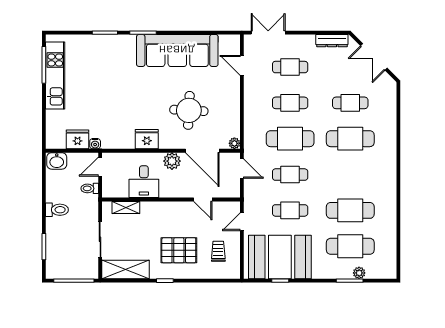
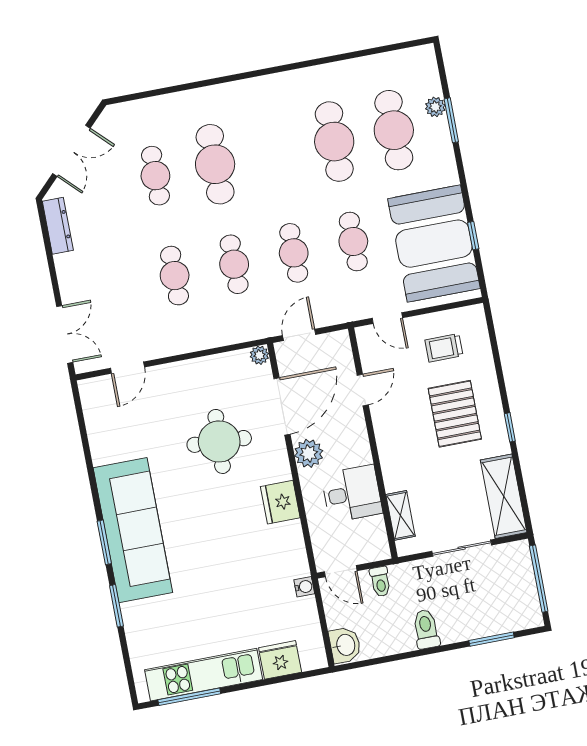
double door: (268, 33) -> (65, 334), swing flipped
sofa: (177, 50) -> (133, 530), moved
cafe table: (290, 67) -> (115, 287), removed
fridge: (78, 139) -> (280, 660), moved, turned 90
cafe table: (290, 139) -> (234, 264), width x0.73, depth x0.74

